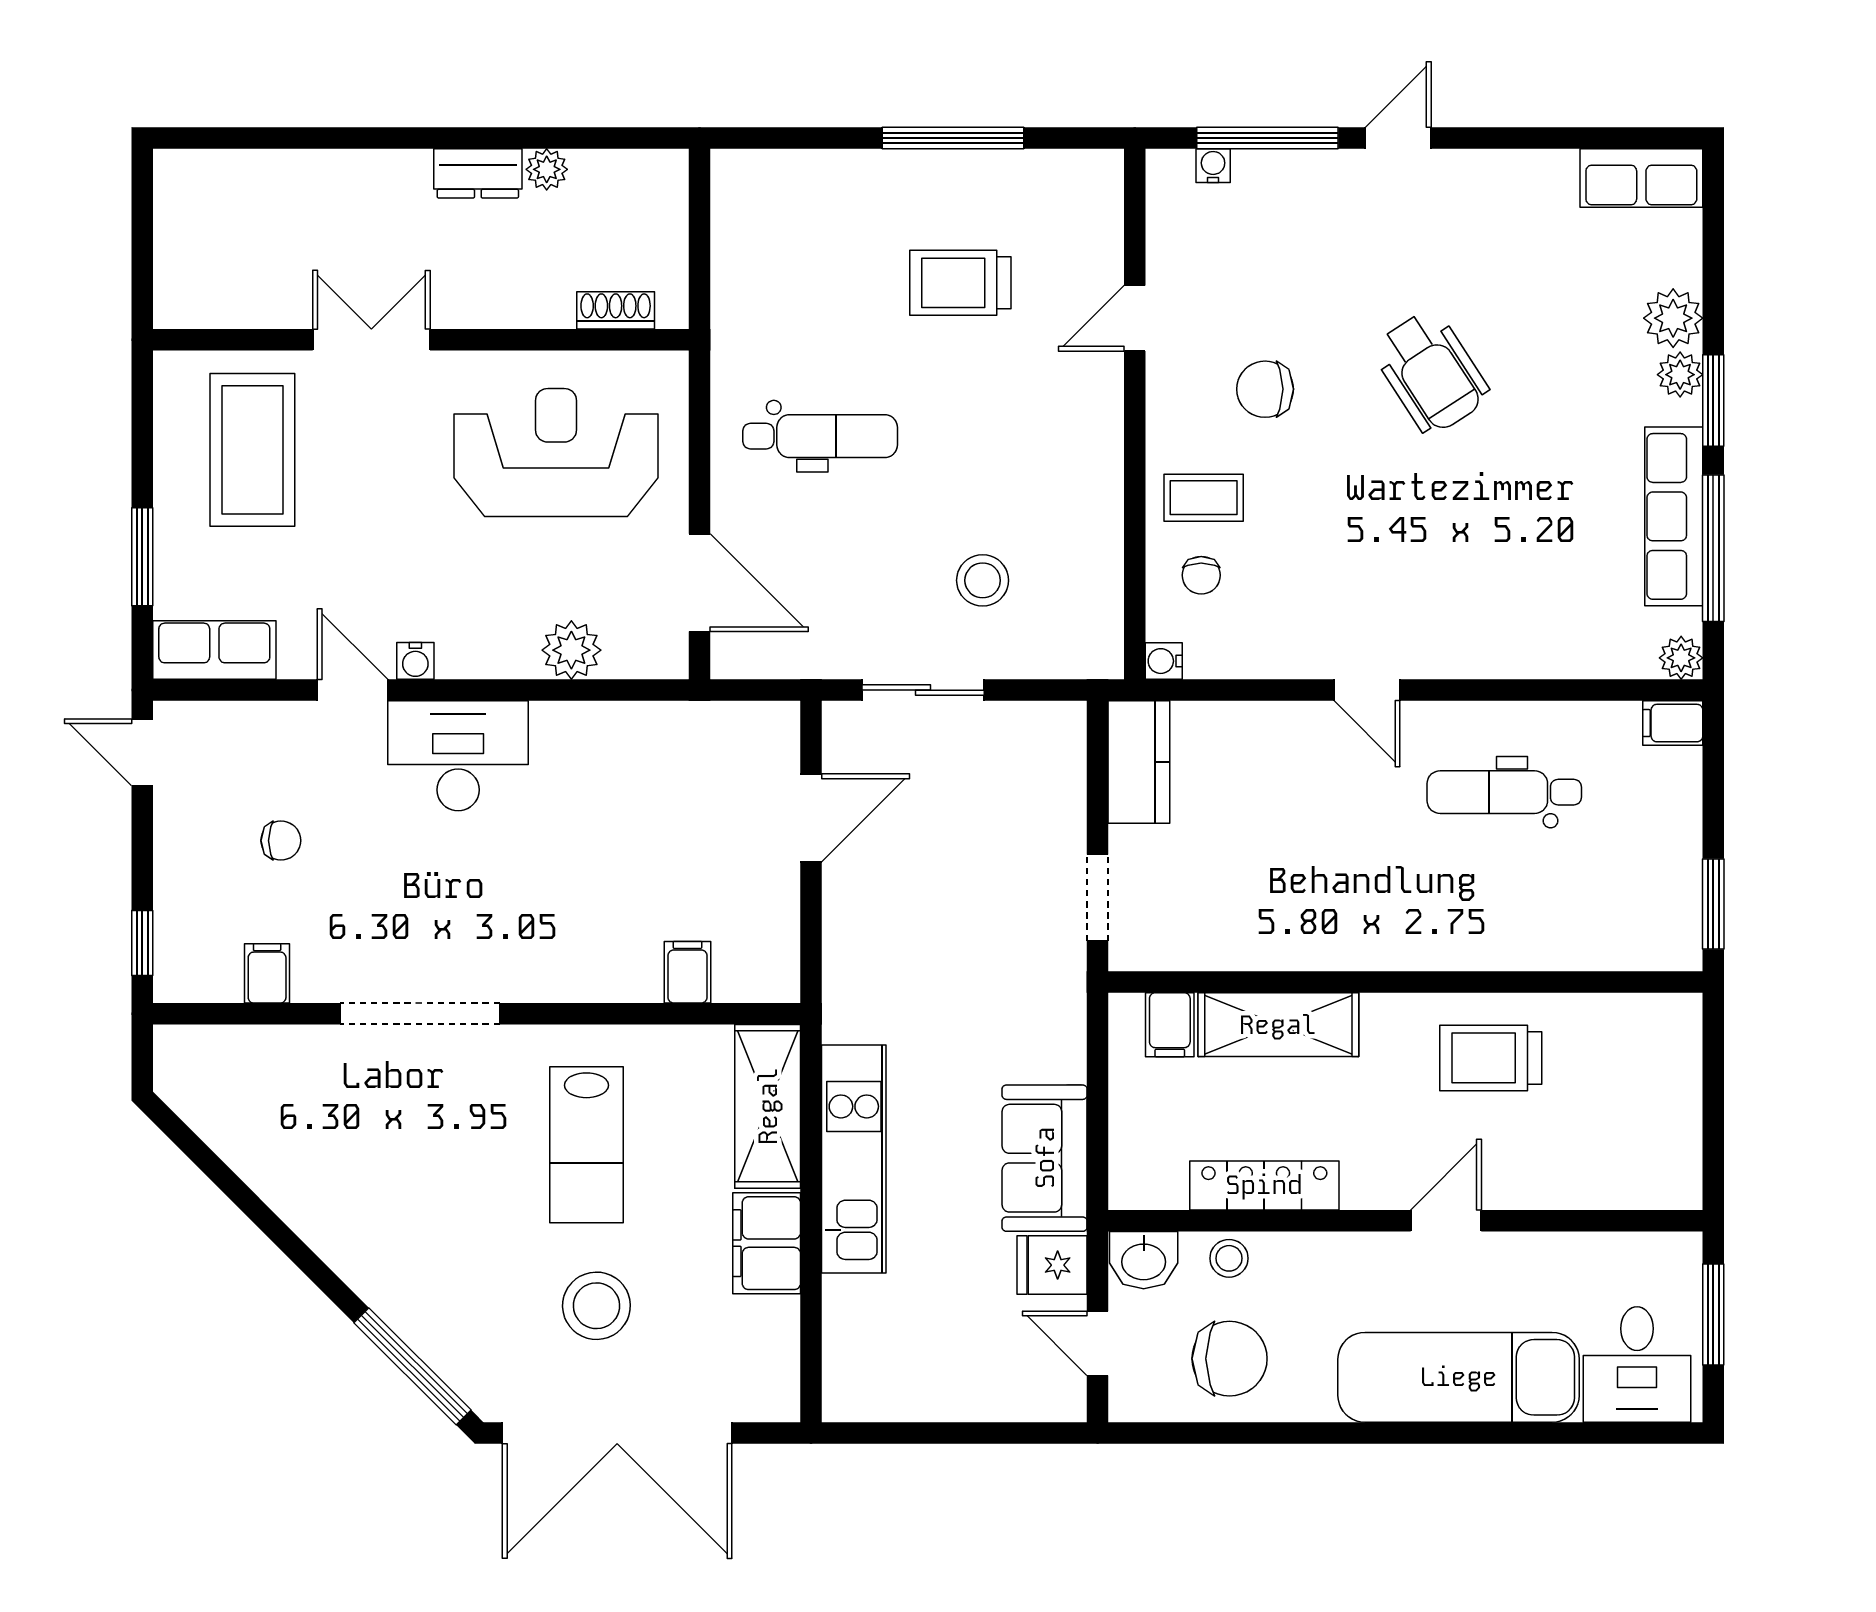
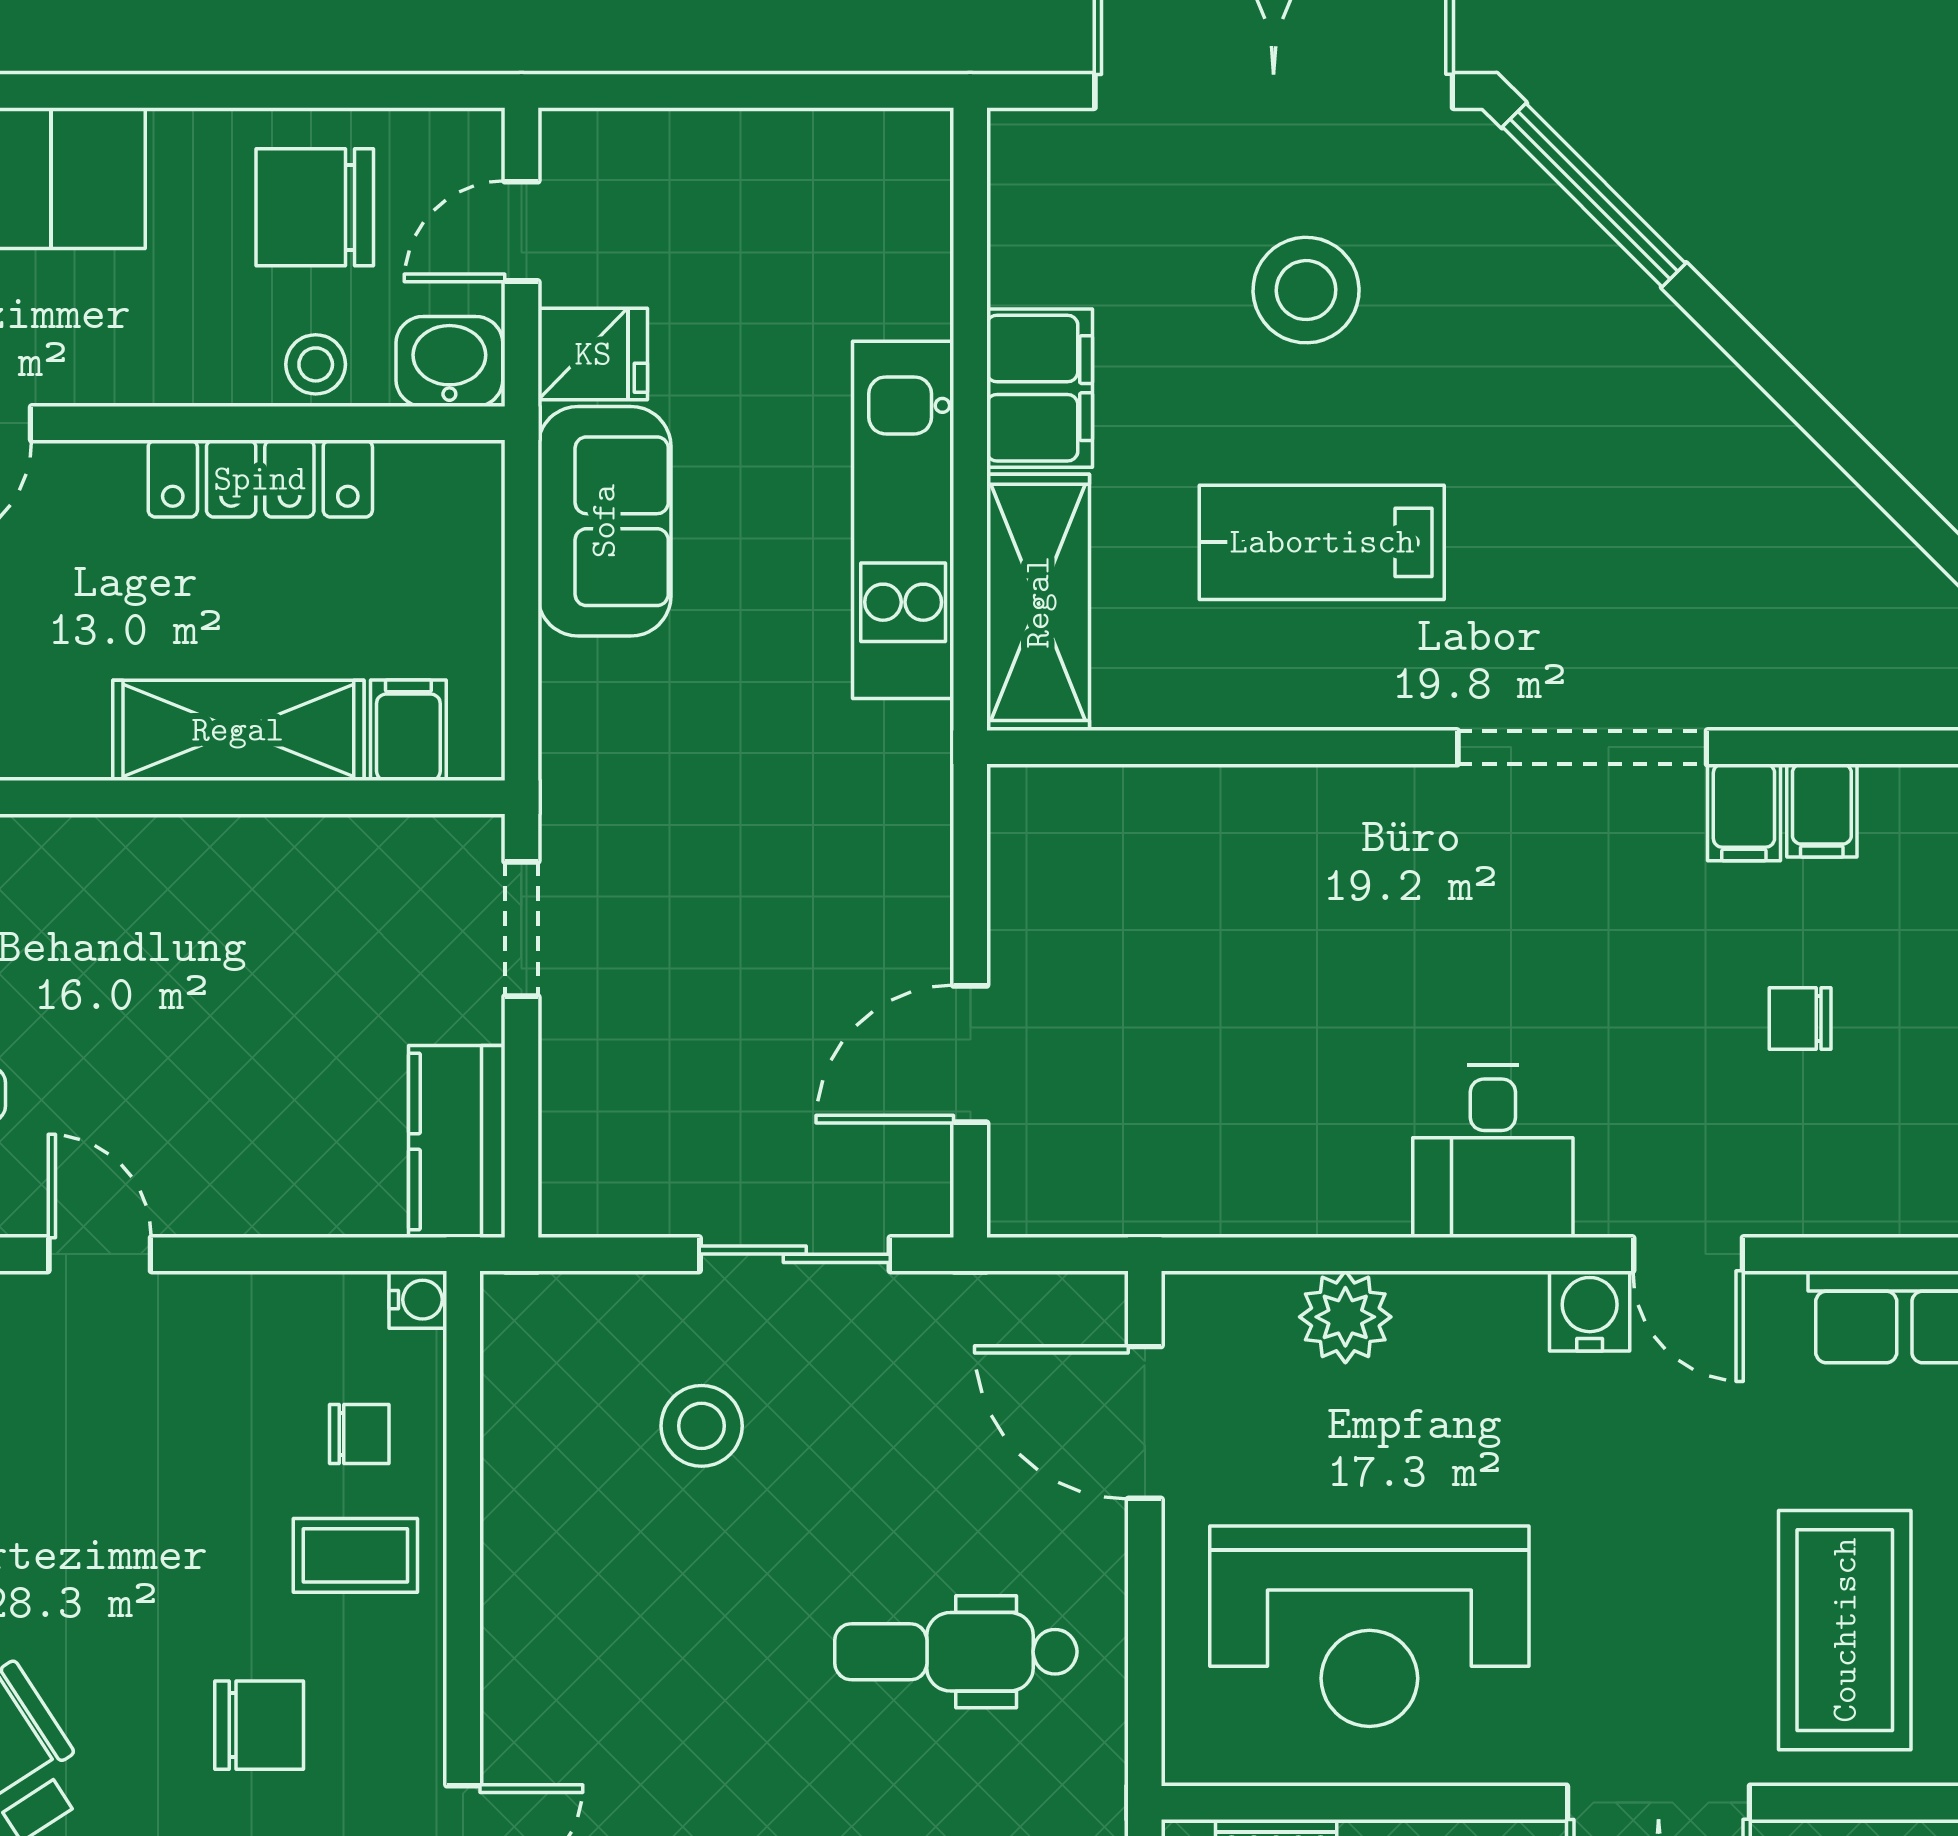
chair: (1201, 575) -> (359, 1434), turned 90
water cooler: (415, 661) -> (1590, 1311), width x1.38, depth x1.38
desk: (458, 756) -> (1493, 1151), width x0.73
filing cabinet: (687, 972) -> (1744, 812), moved
lab bench: (586, 1145) -> (1322, 542), turned -90
door: (1098, 1343) -> (521, 231), swing flipped

